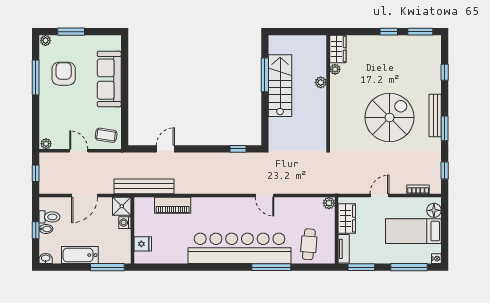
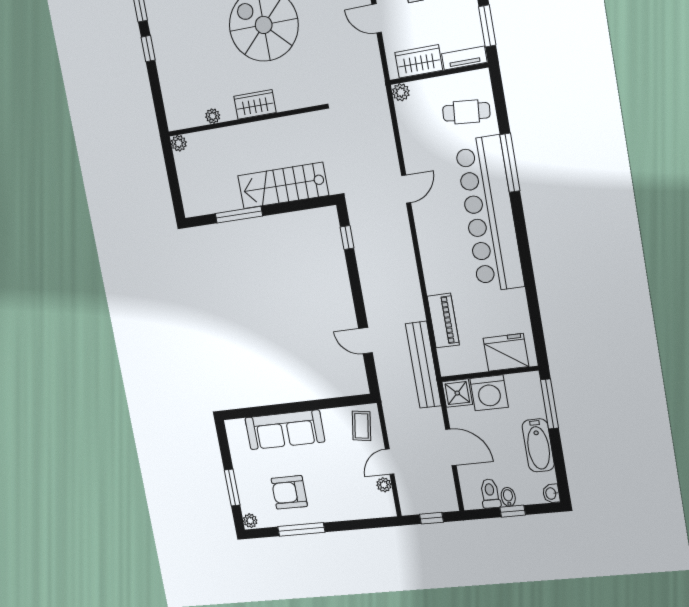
wardrobe: (338, 49) -> (255, 104), moved
plant: (321, 82) -> (179, 143), moved
stairs: (280, 86) -> (283, 185), moved
plant: (46, 144) -> (384, 485), moved
washing machine: (125, 223) -> (489, 393), width x1.89, depth x1.89
fridge: (143, 244) -> (506, 352), width x1.88, depth x1.34

